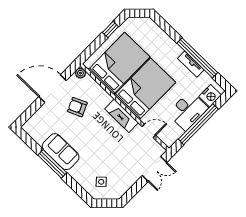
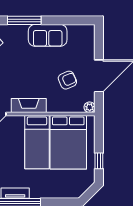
bed: (145, 89) -> (37, 142), width x0.67
window: (52, 164) -> (24, 20), moved

